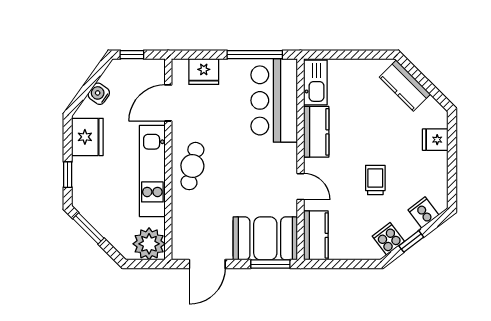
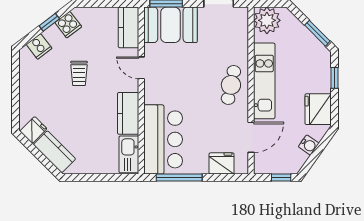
fridge: (435, 140) -> (33, 130), moved, turned -45

